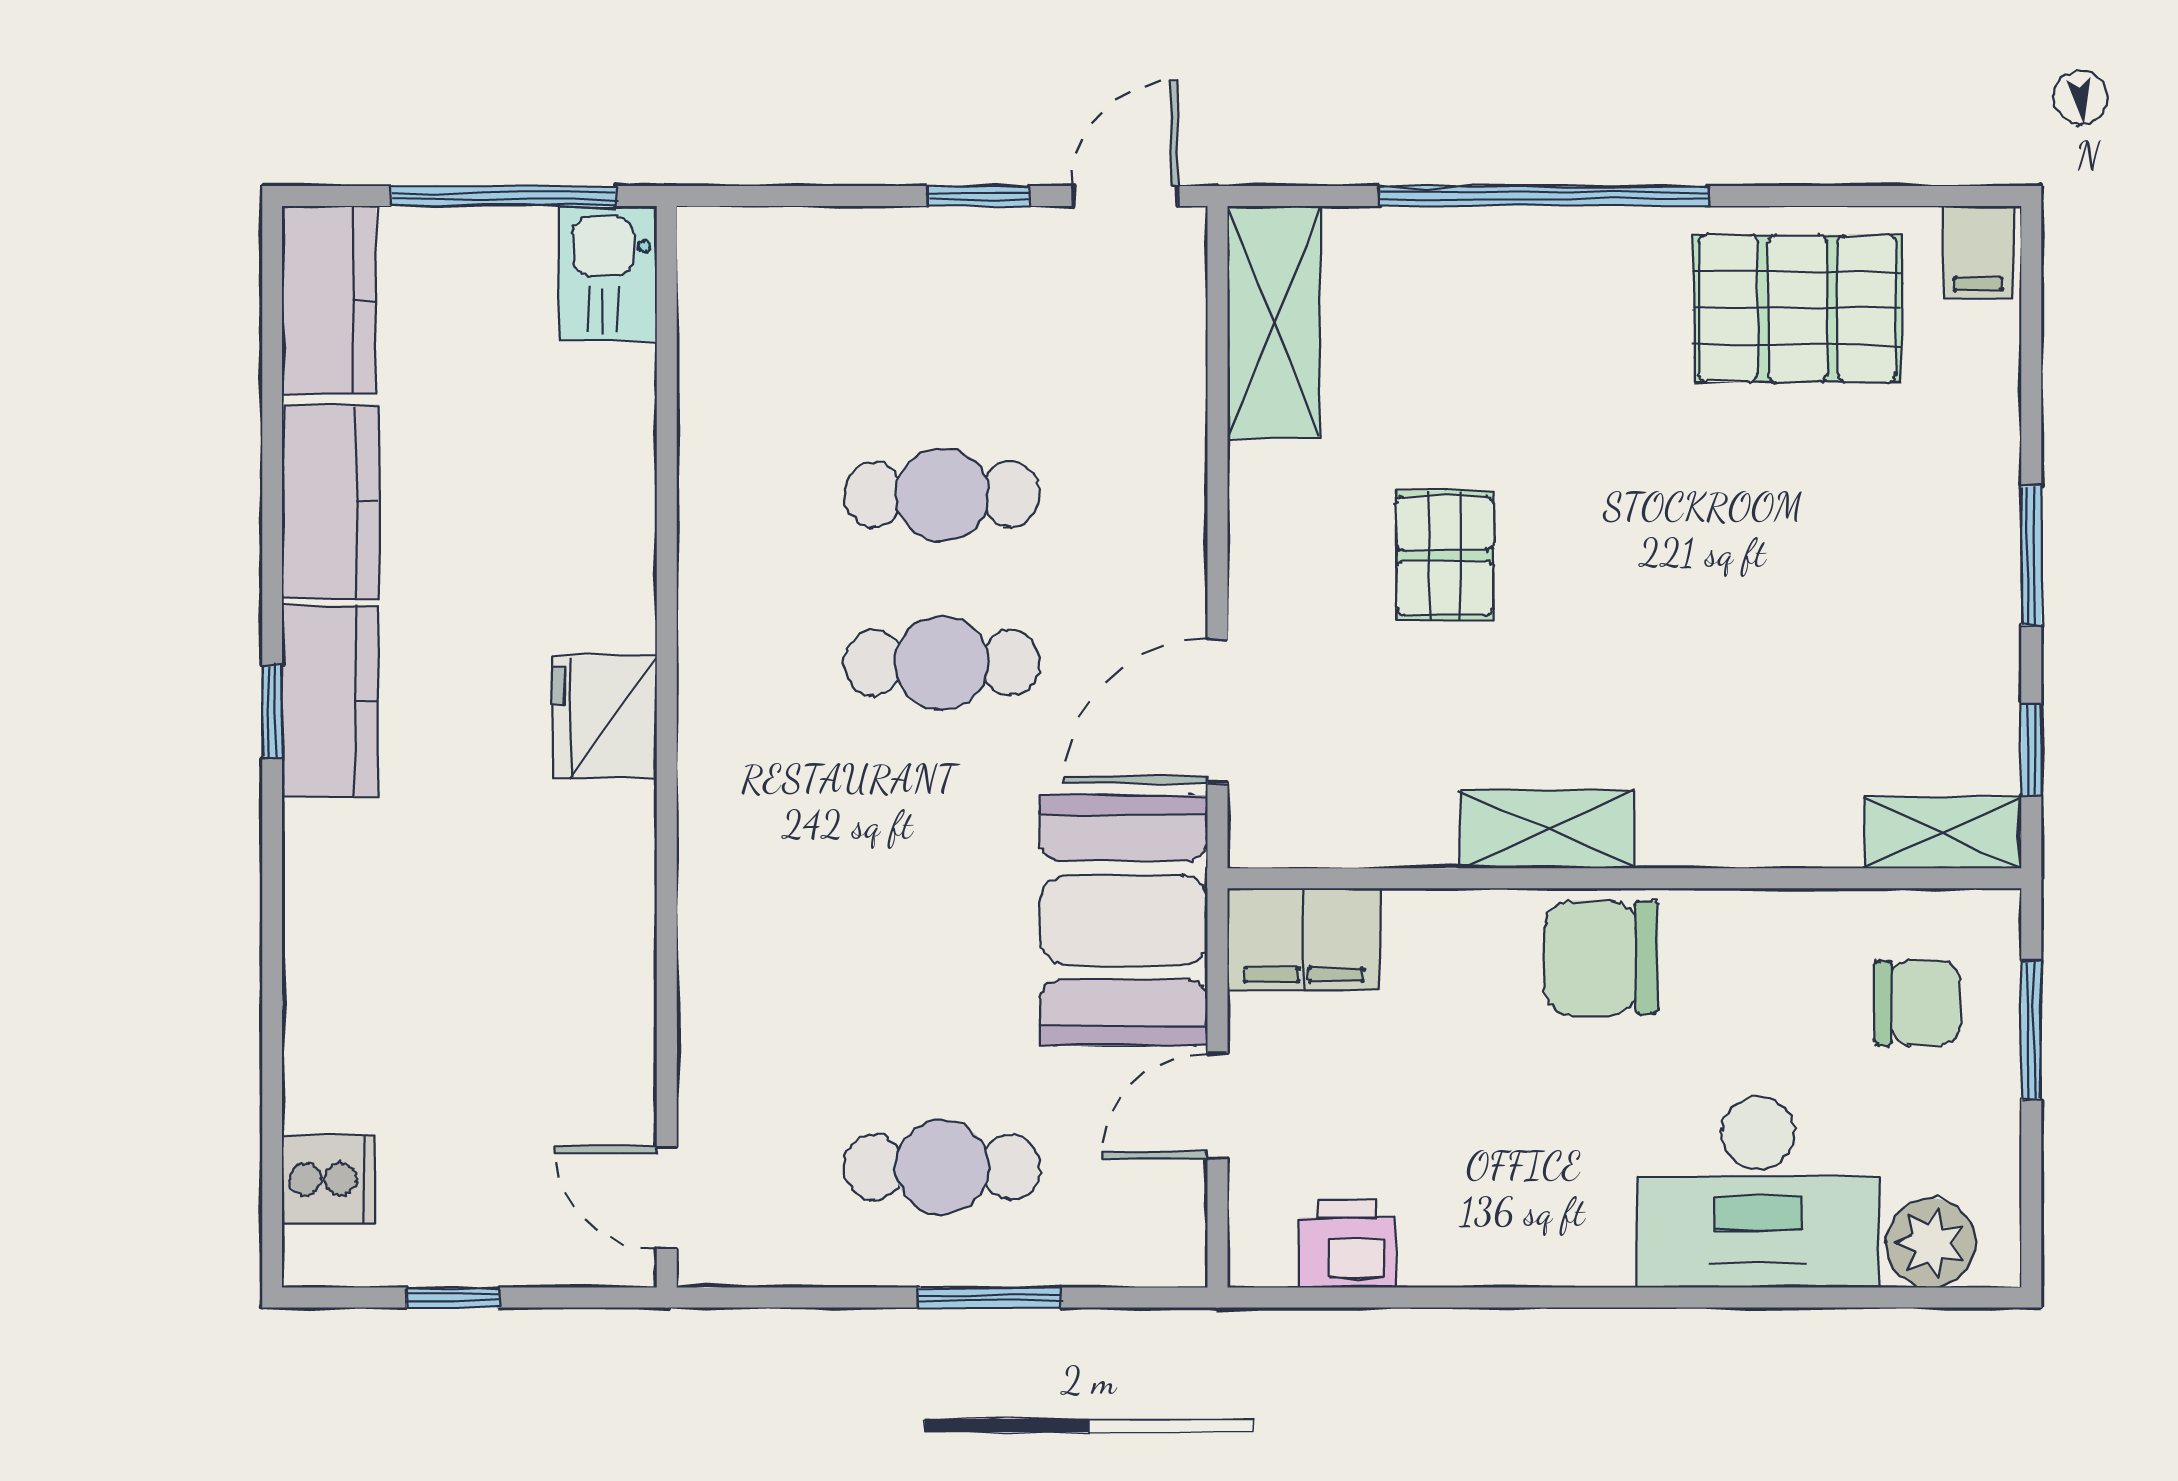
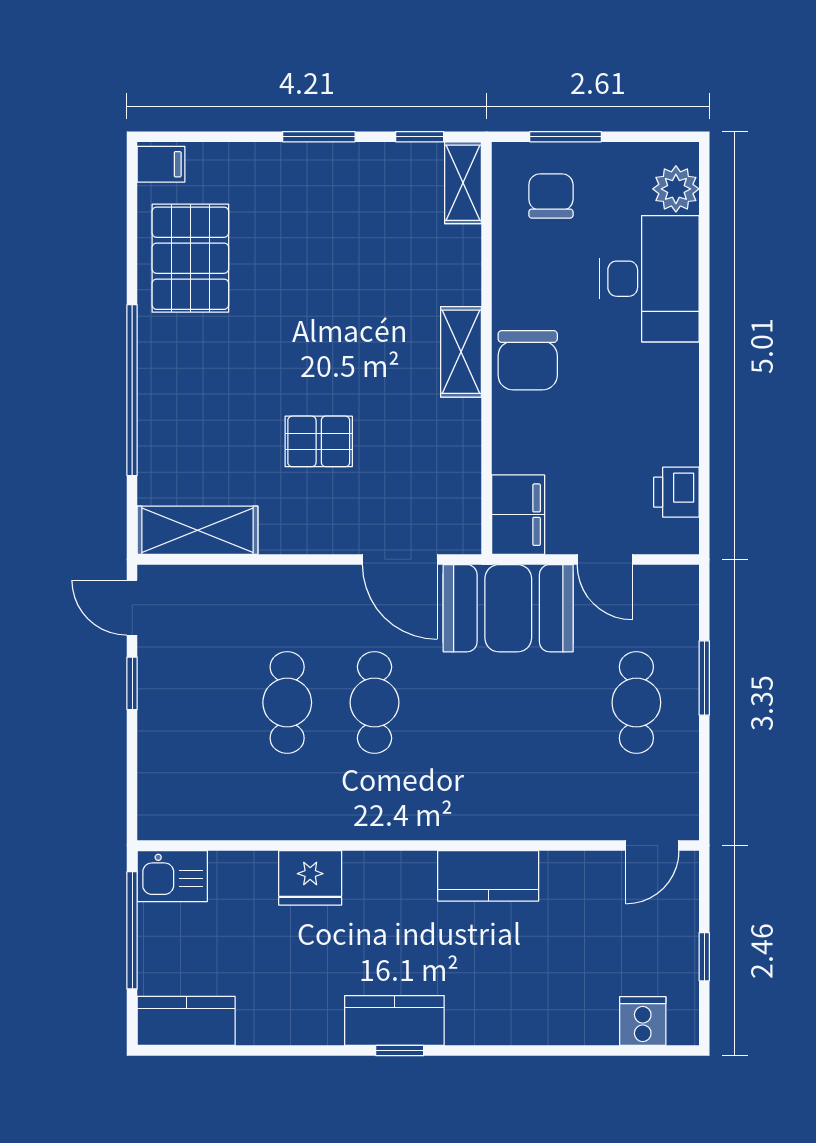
kitchen counter: (331, 502) -> (488, 876), moved, turned 180
fridge: (605, 717) -> (310, 878), moved
shelving: (1547, 829) -> (461, 352), moved

